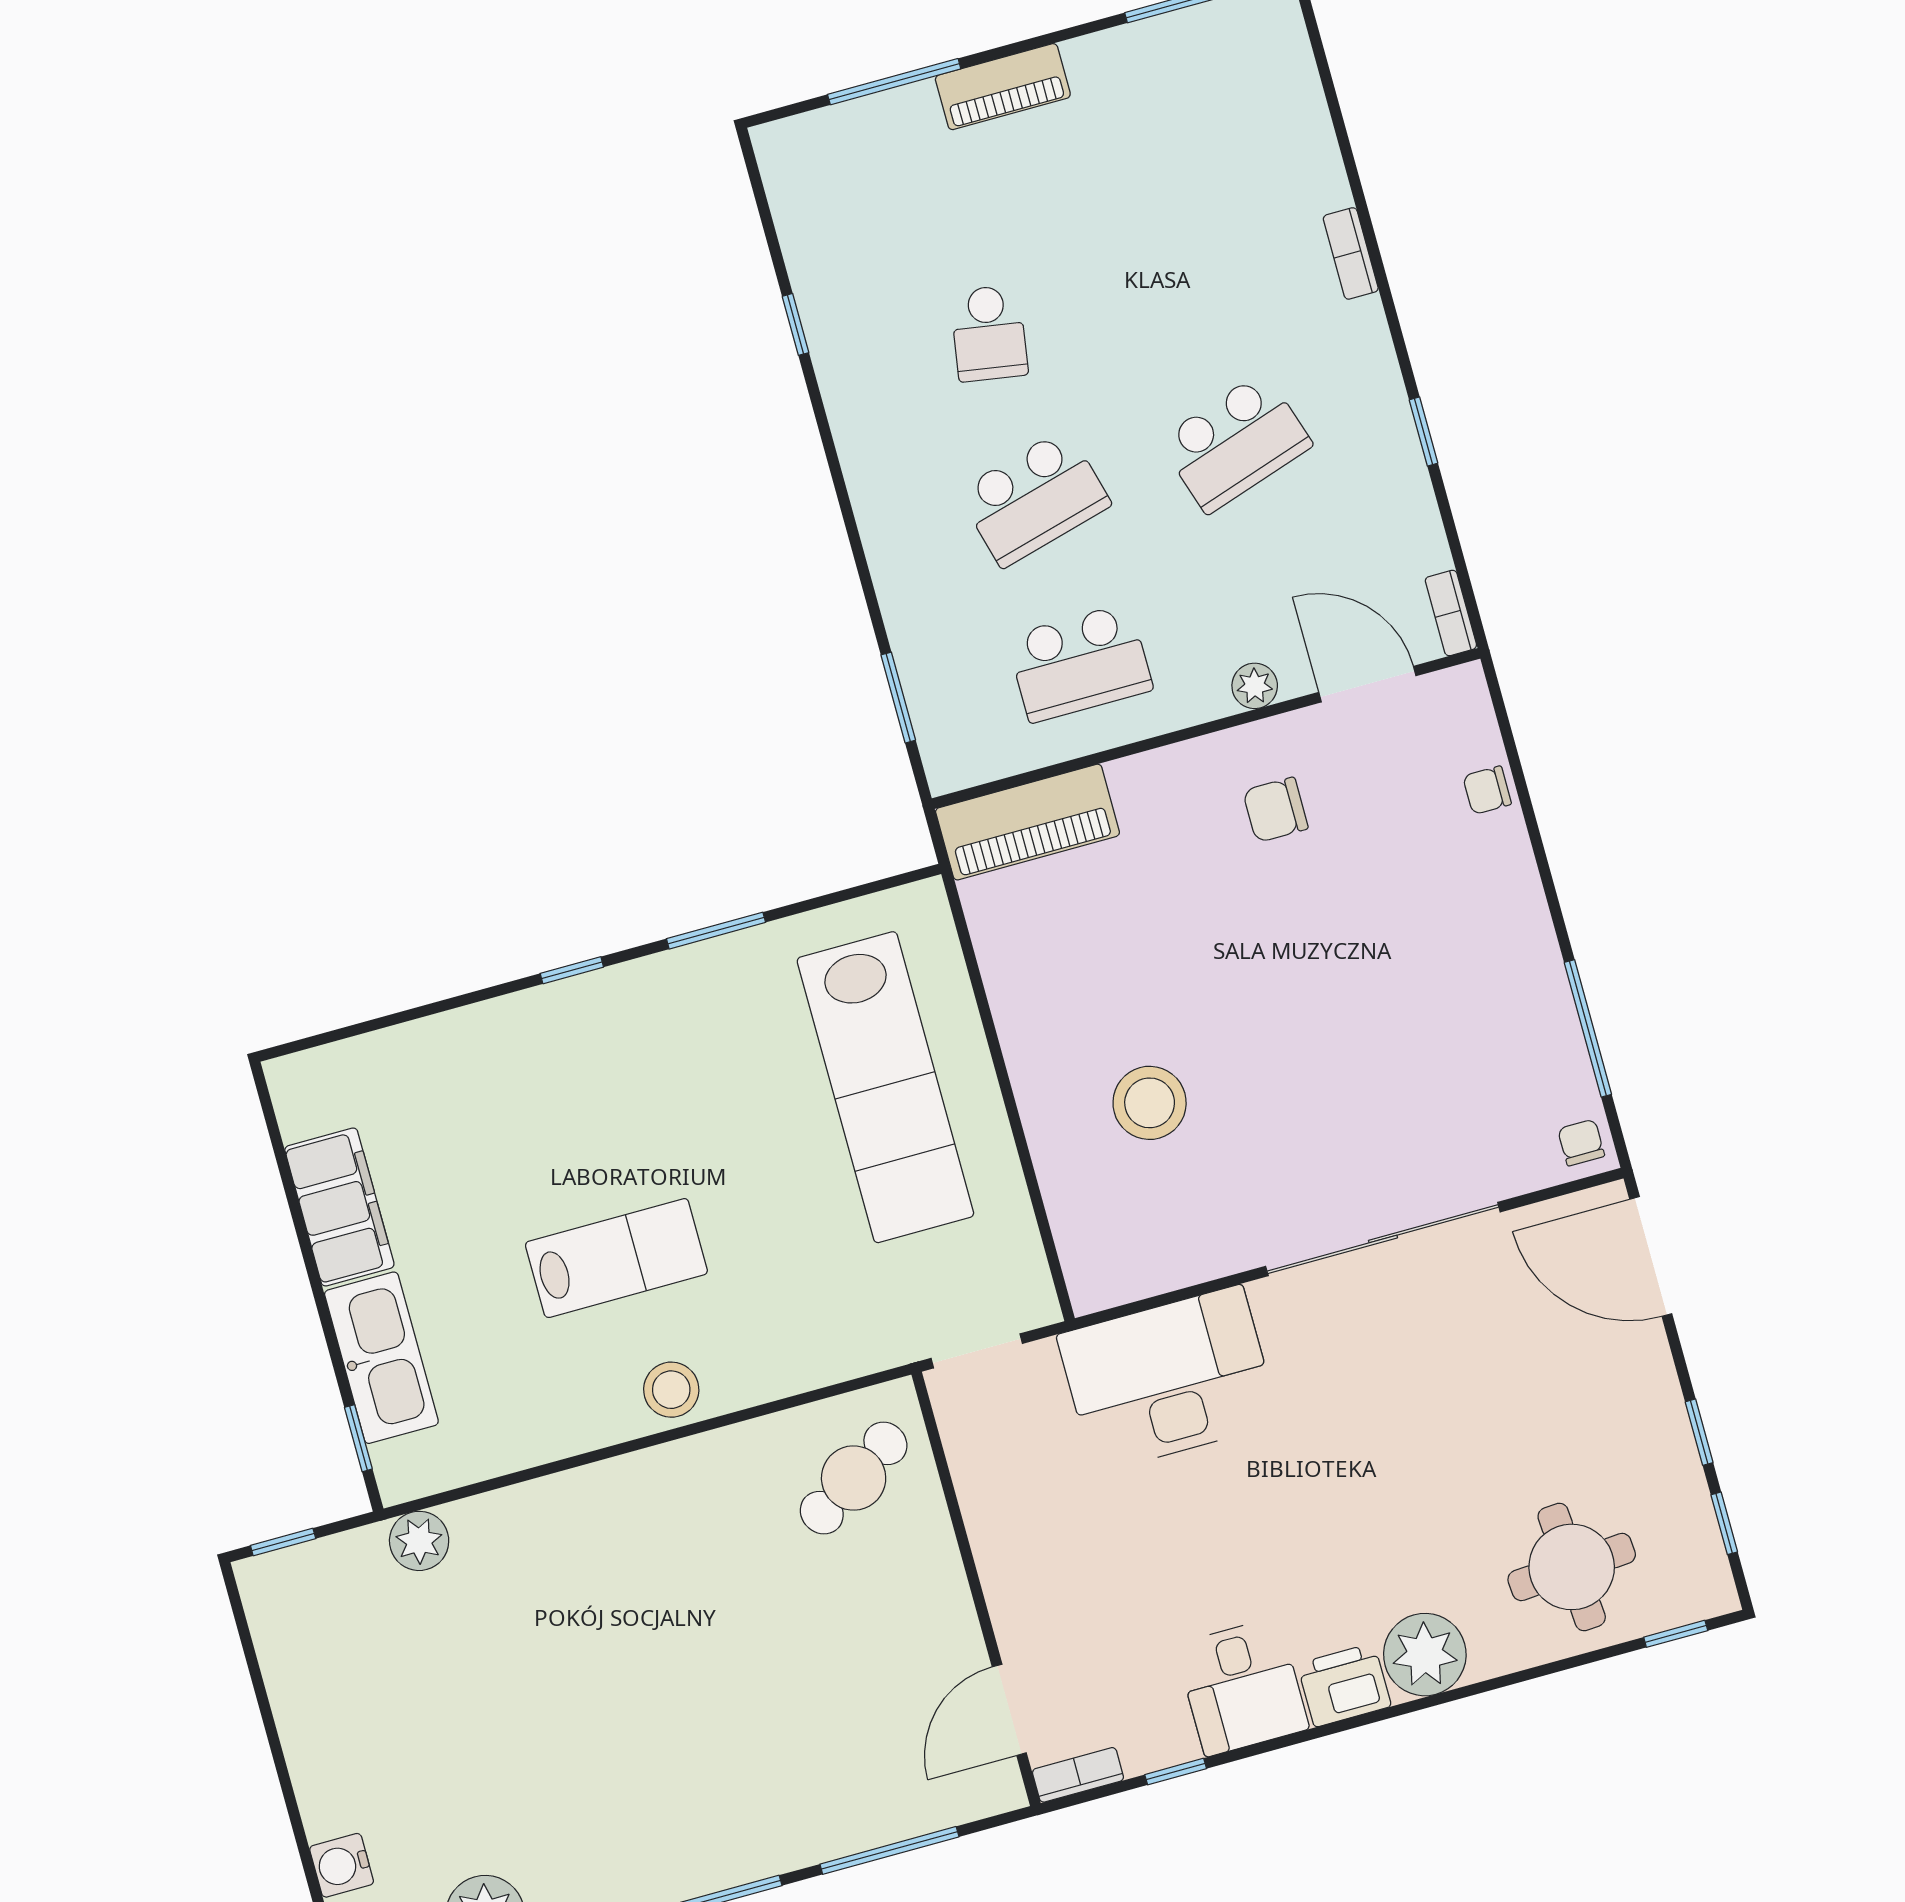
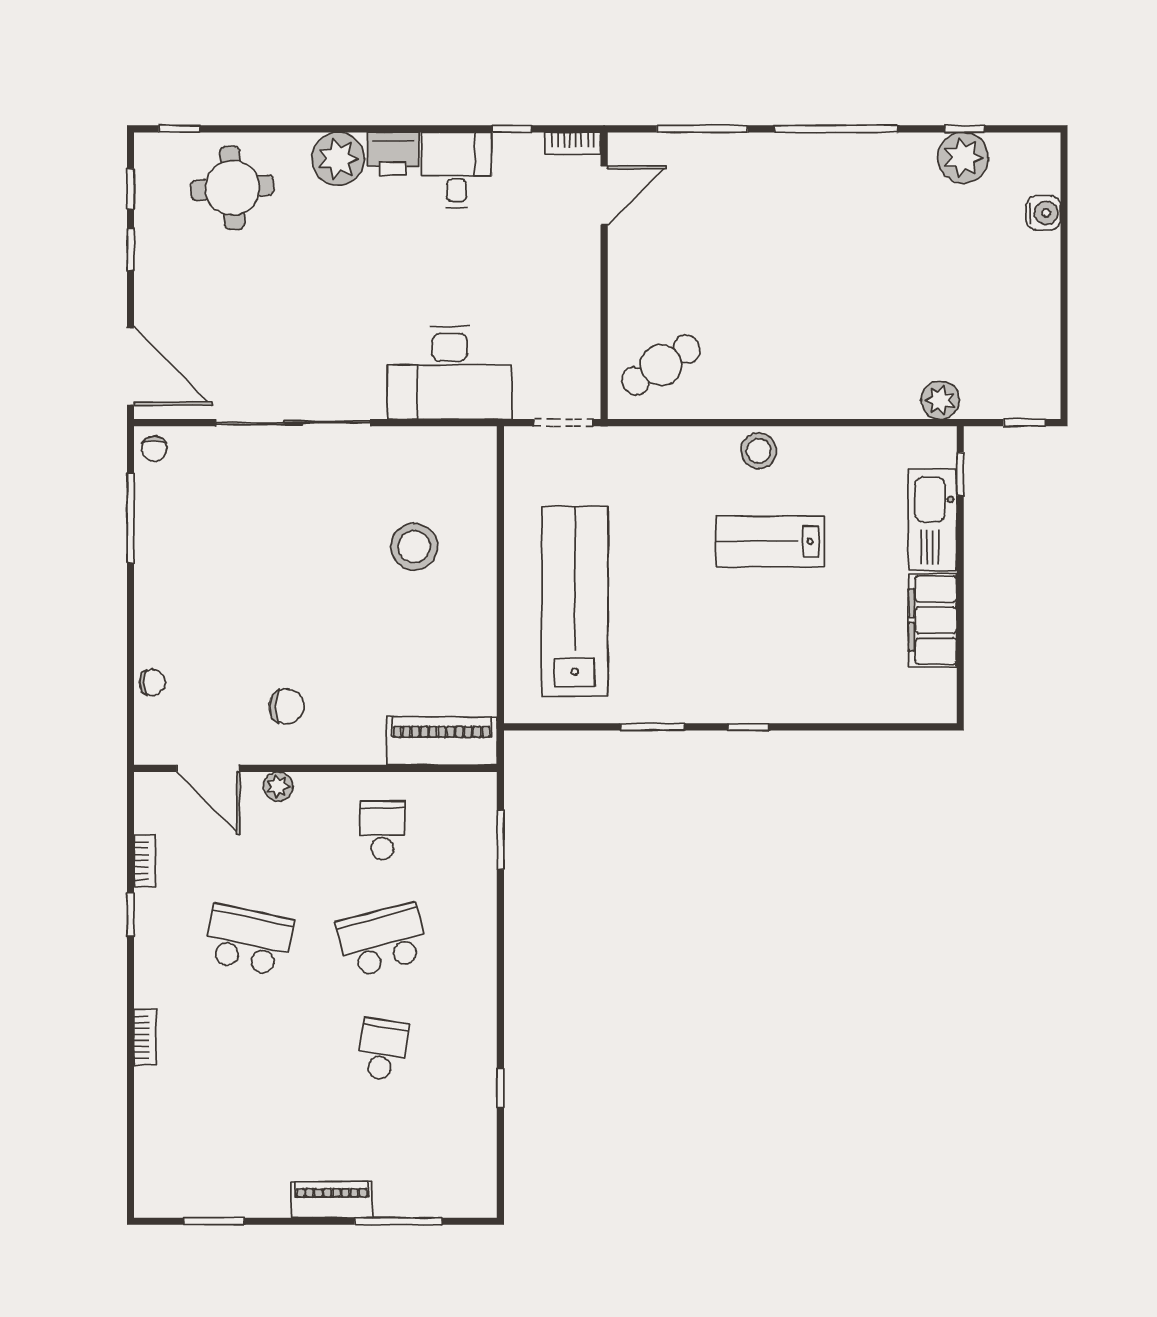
school desk: (1236, 443) -> (249, 940), turned 30
bookcase: (1451, 613) -> (144, 861), moved
school desk: (1080, 663) -> (382, 830), width x0.54

